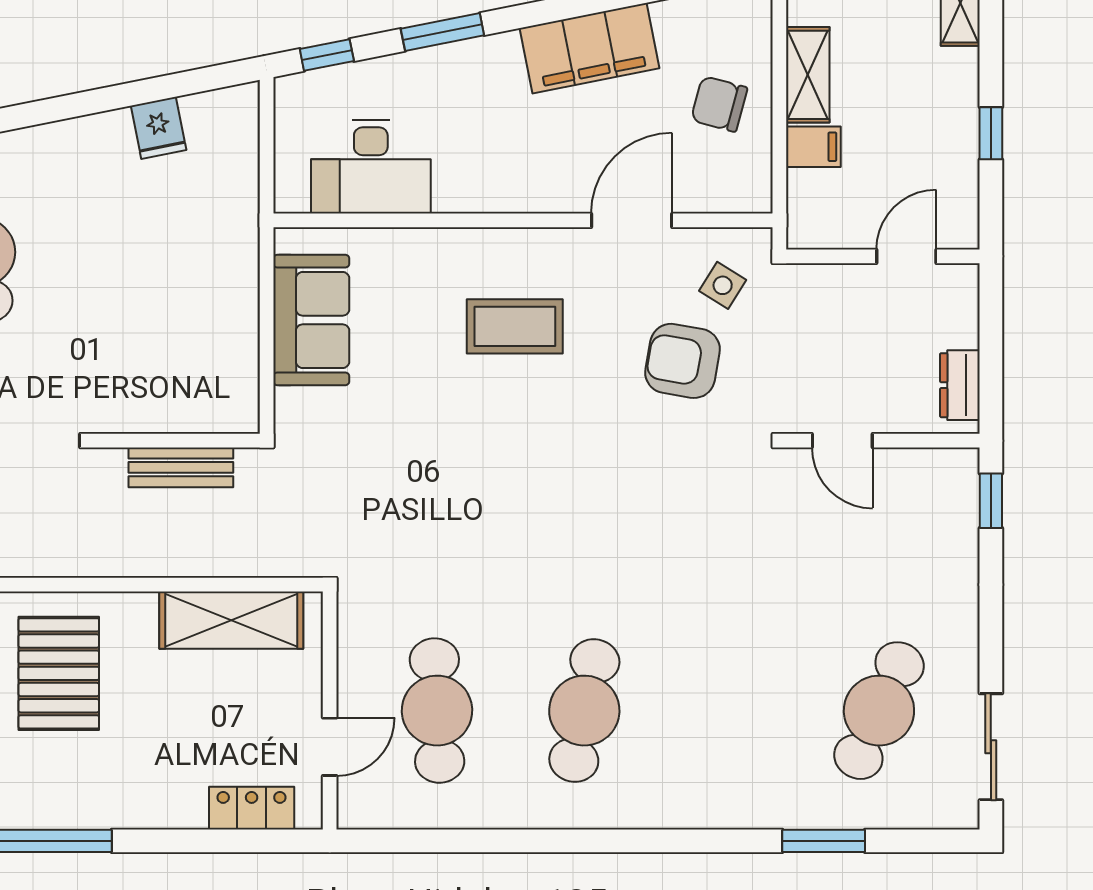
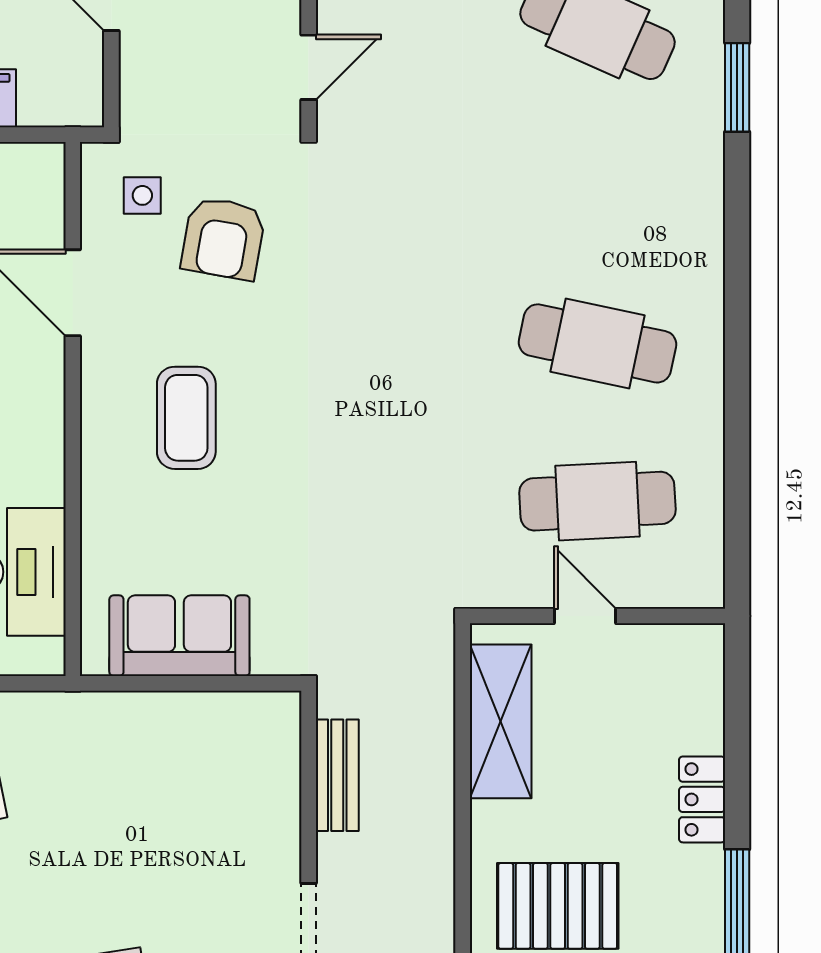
side table: (723, 285) -> (142, 195), turned -32
door: (330, 747) -> (585, 616), moved
locker: (252, 808) -> (702, 799), moved

